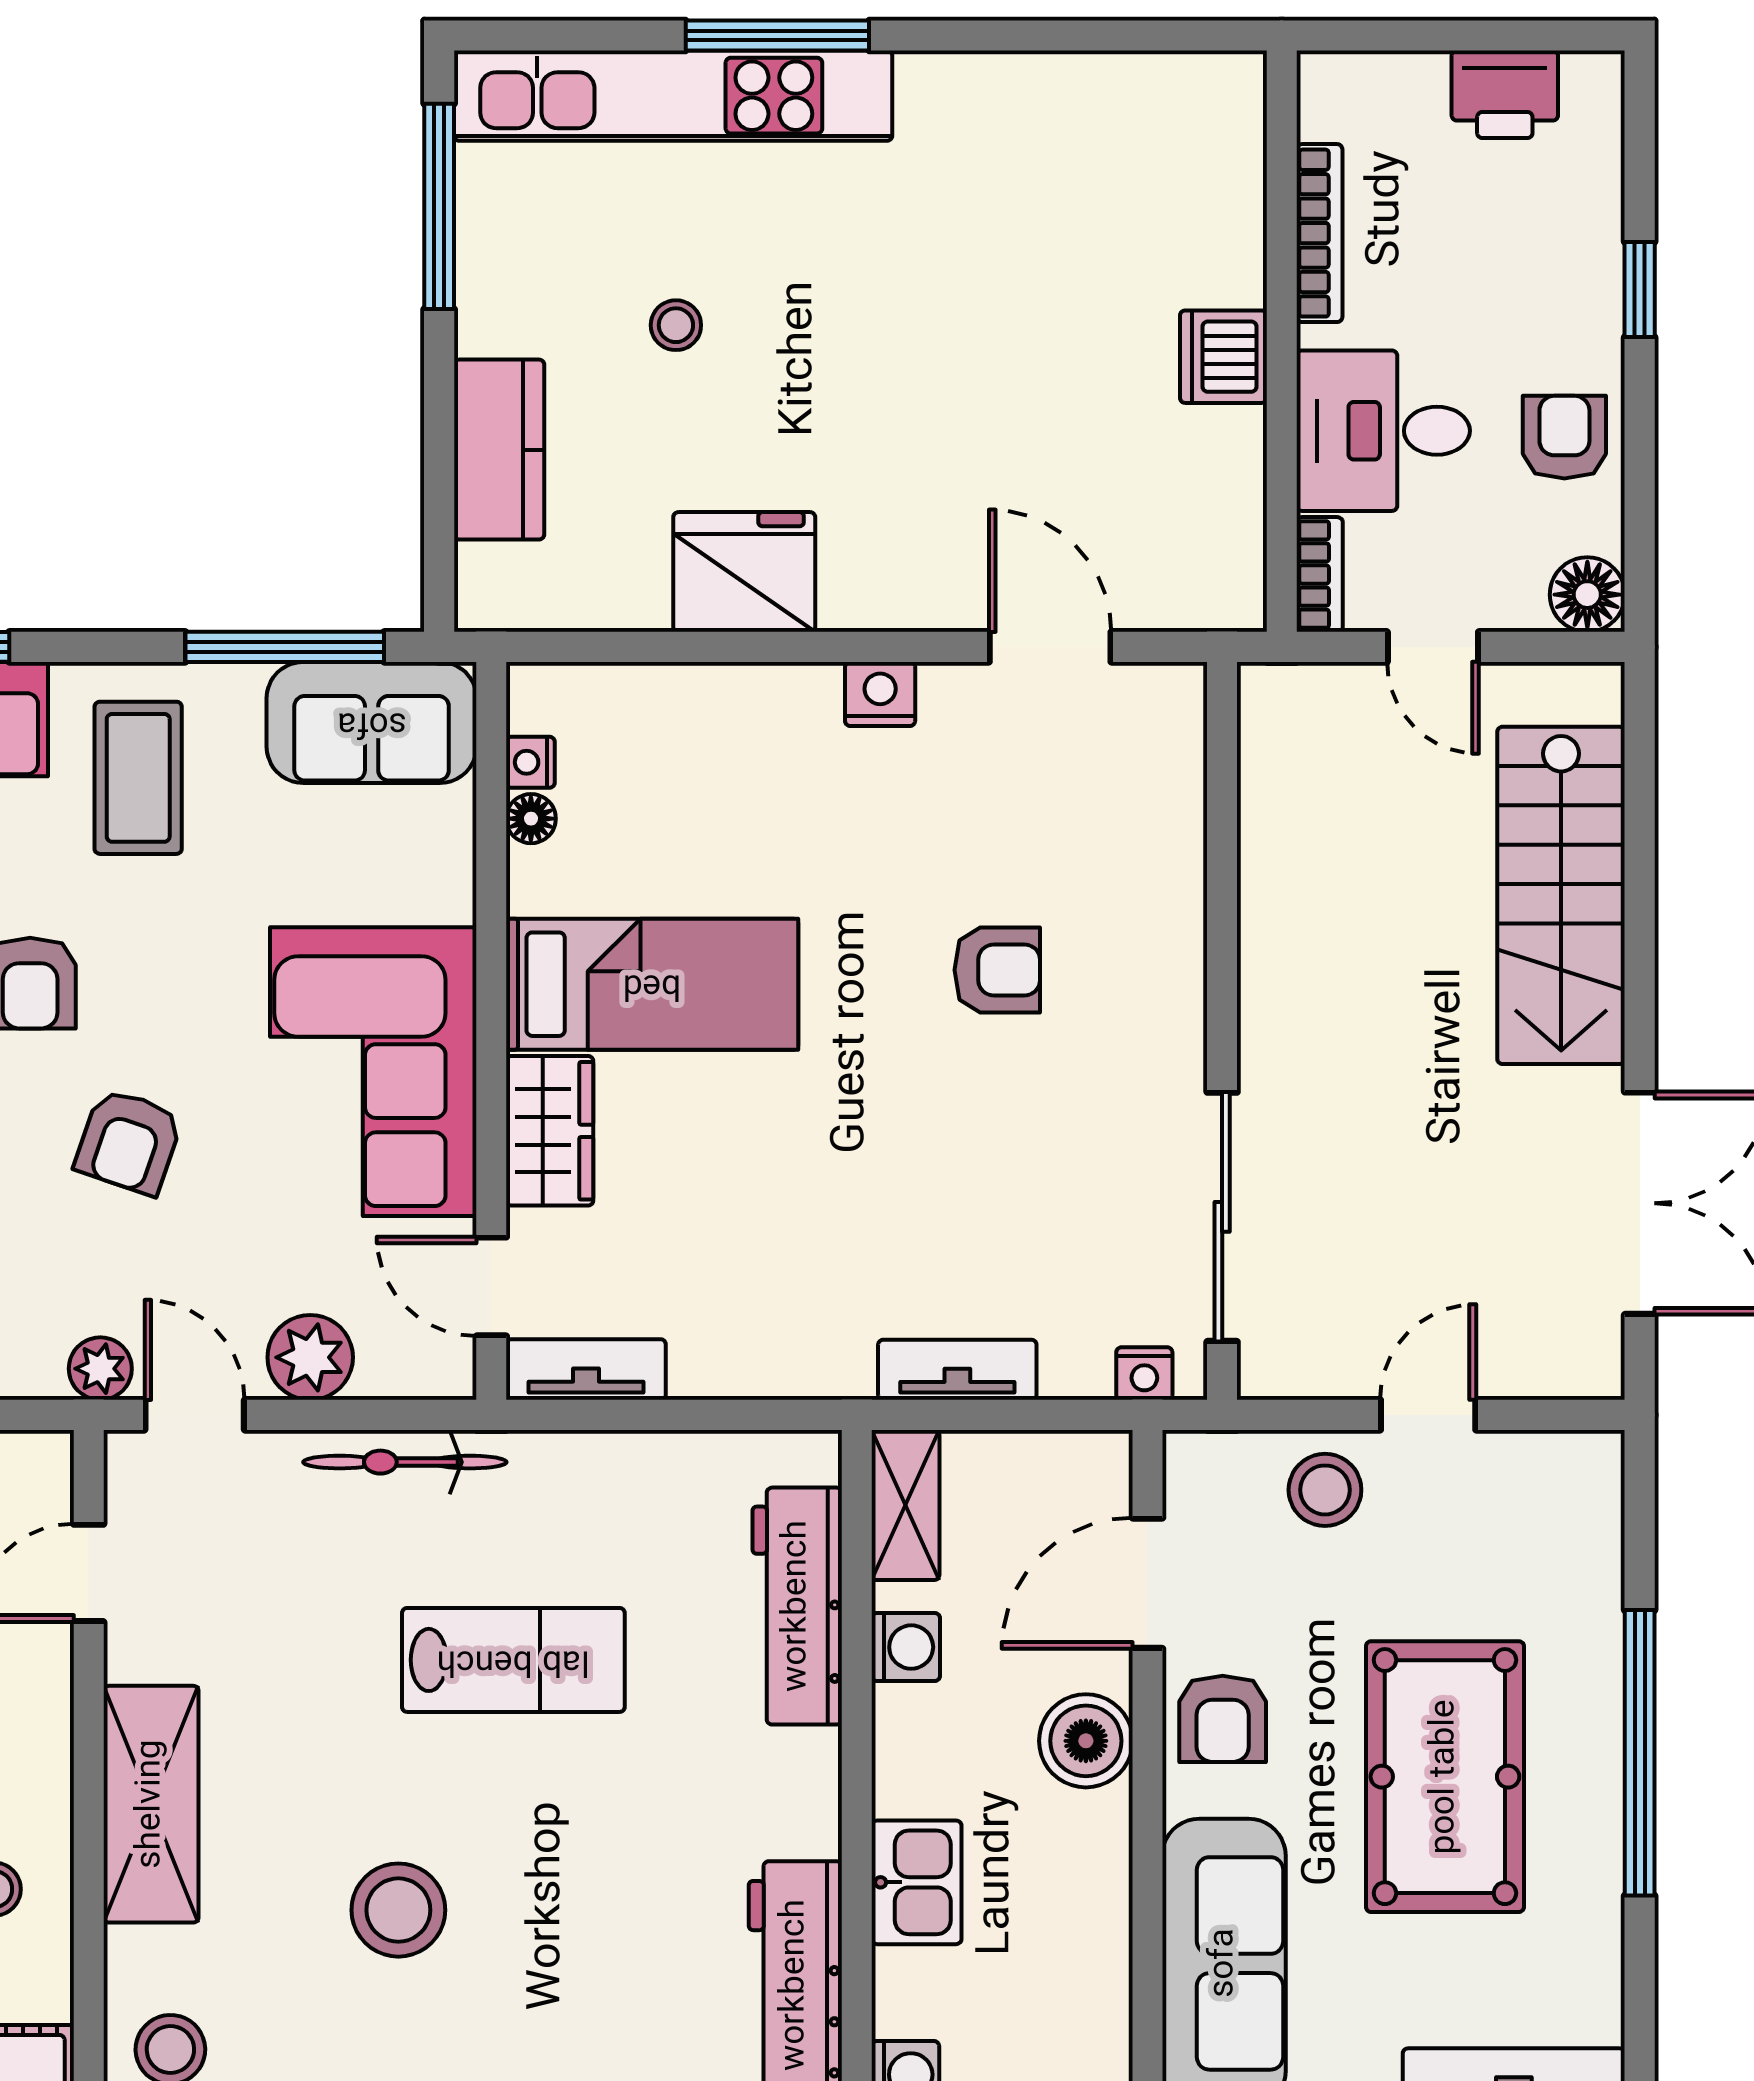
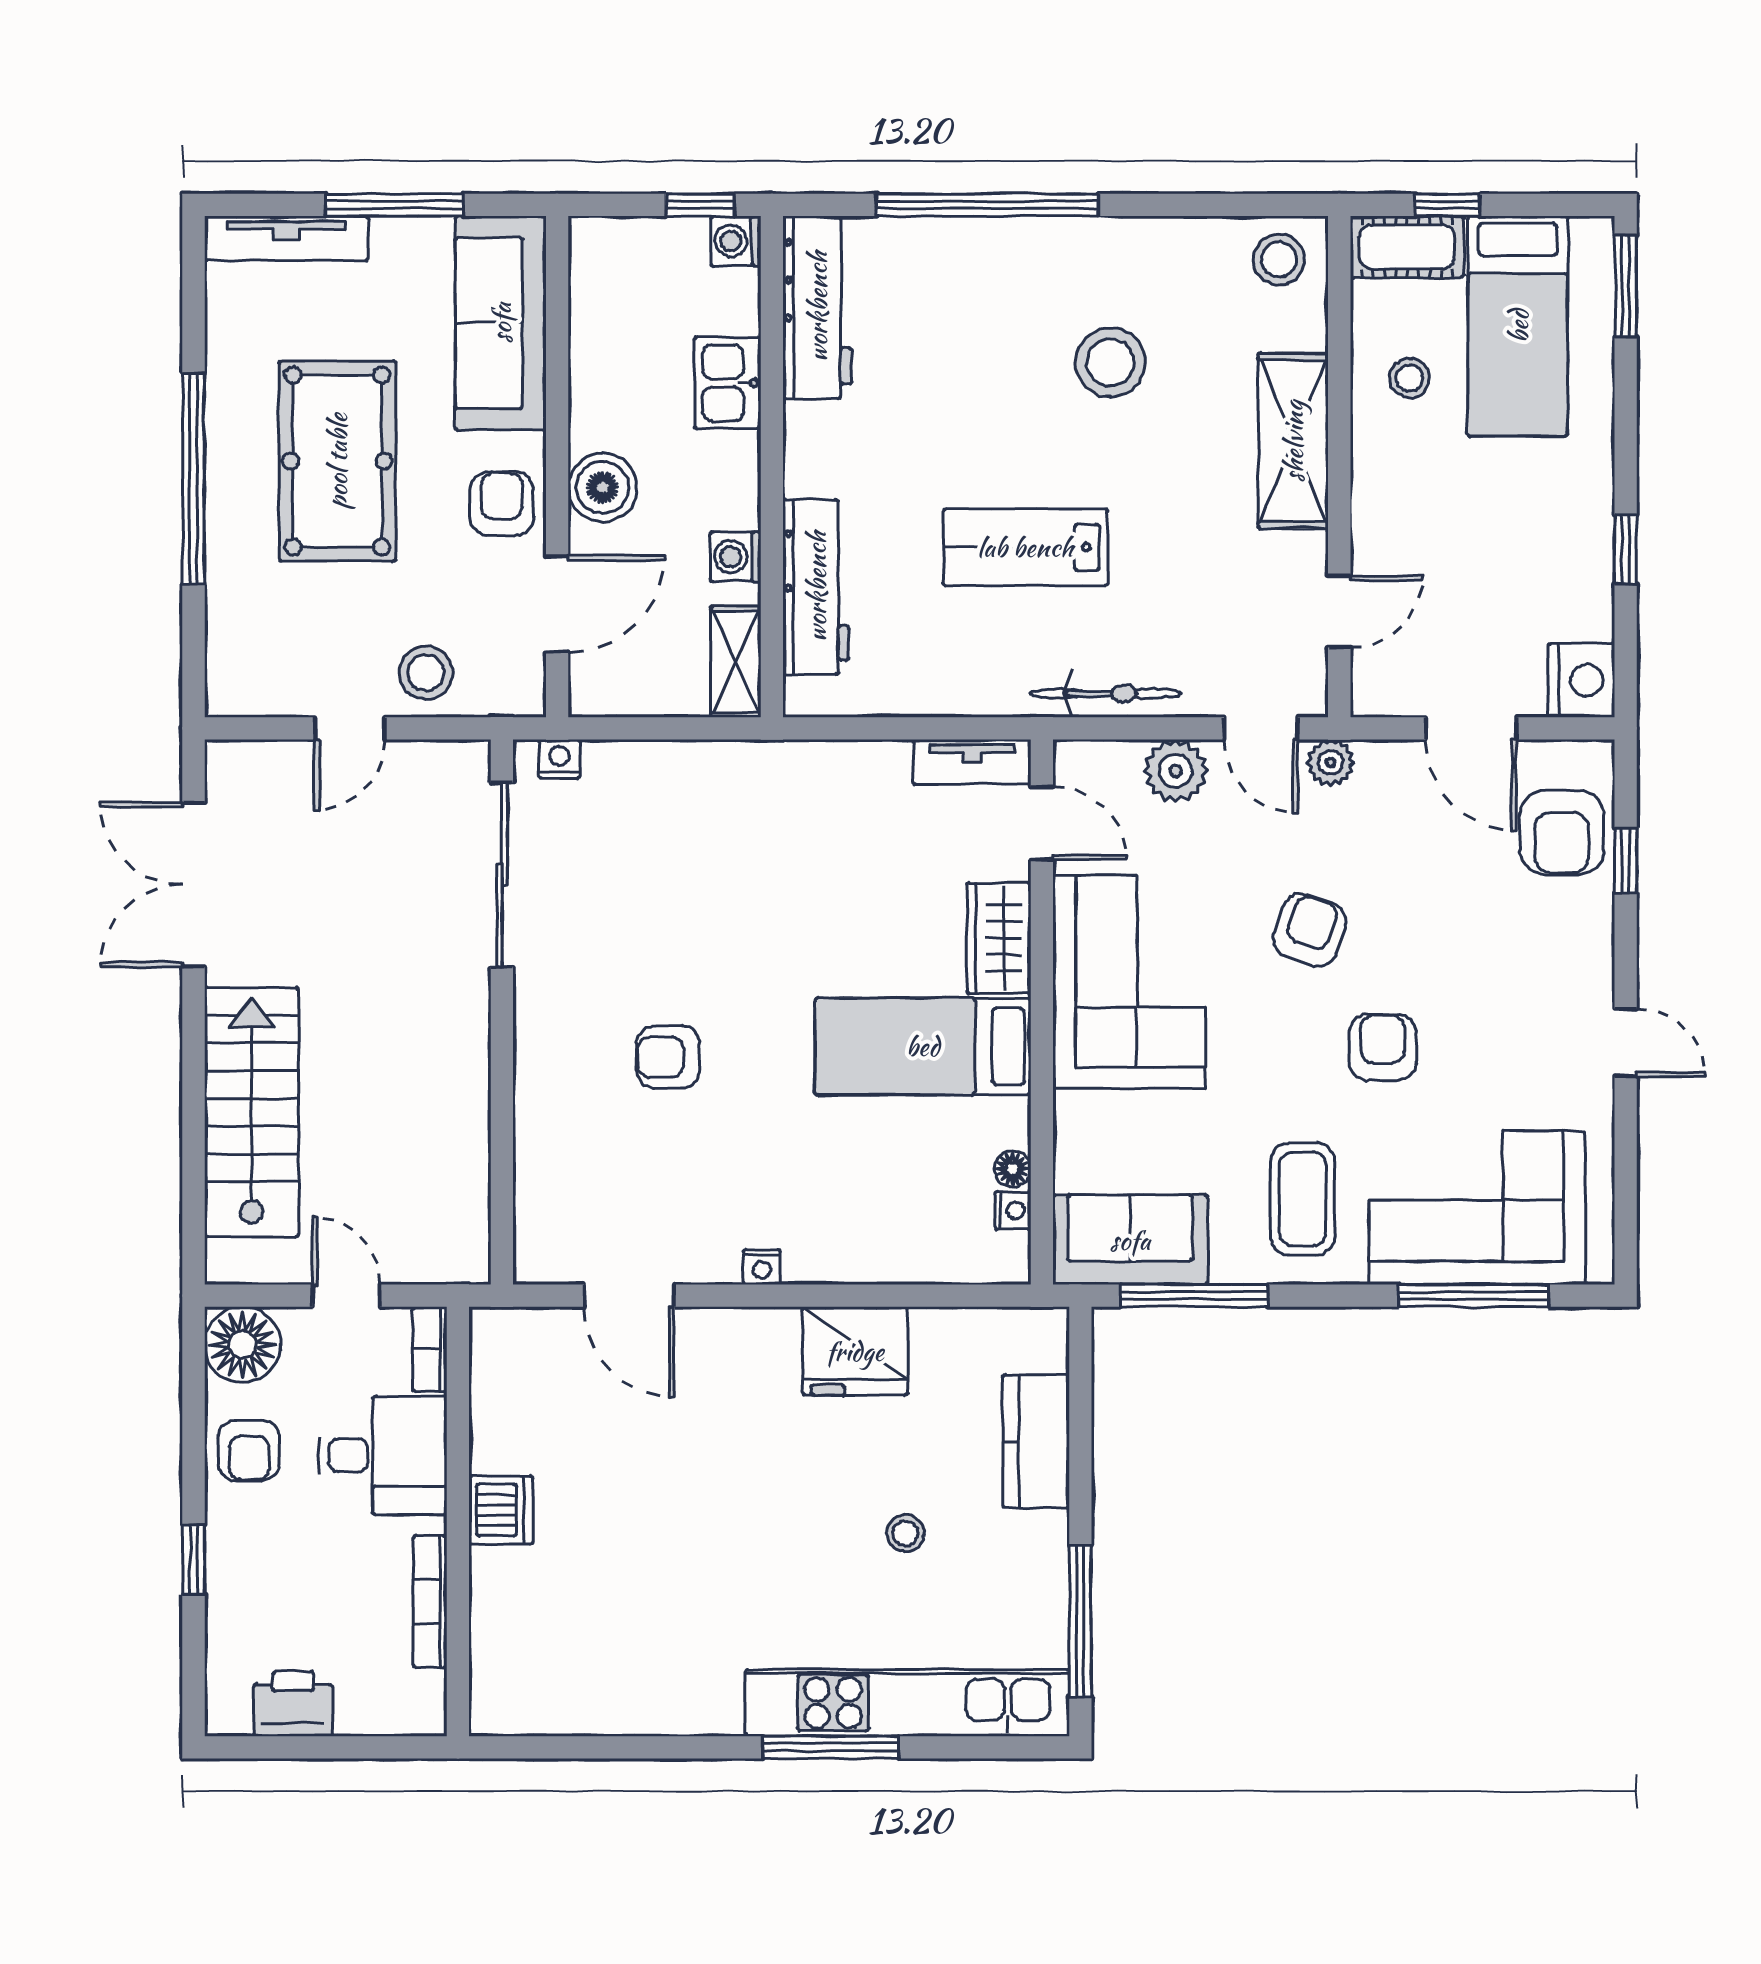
floor lamp: (1587, 595) -> (243, 1345), width x1.38, depth x1.38
nightstand: (880, 694) -> (762, 1267), width x0.72, depth x0.74
tv unit: (957, 1370) -> (698, 762), removed

